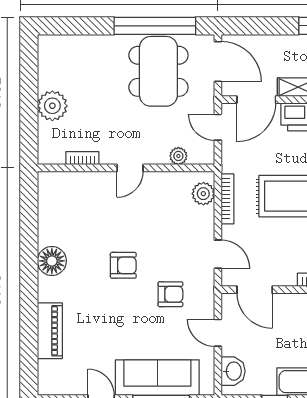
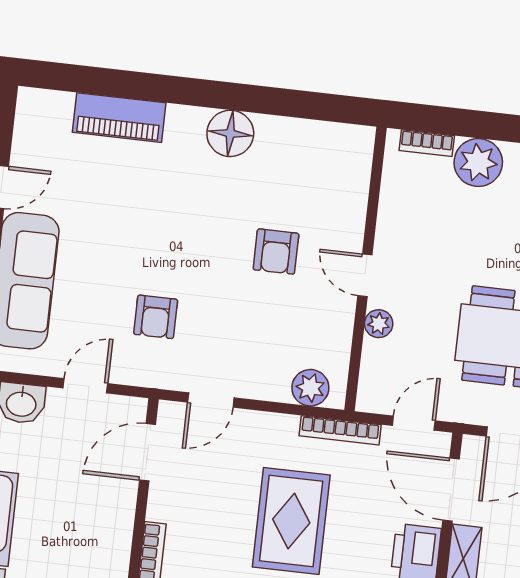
plant: (178, 156) -> (379, 324), moved
bookcase: (82, 158) -> (427, 143), moved, turned 90
bookcase: (228, 199) -> (340, 430), moved
armchair: (123, 265) -> (276, 252), moved

